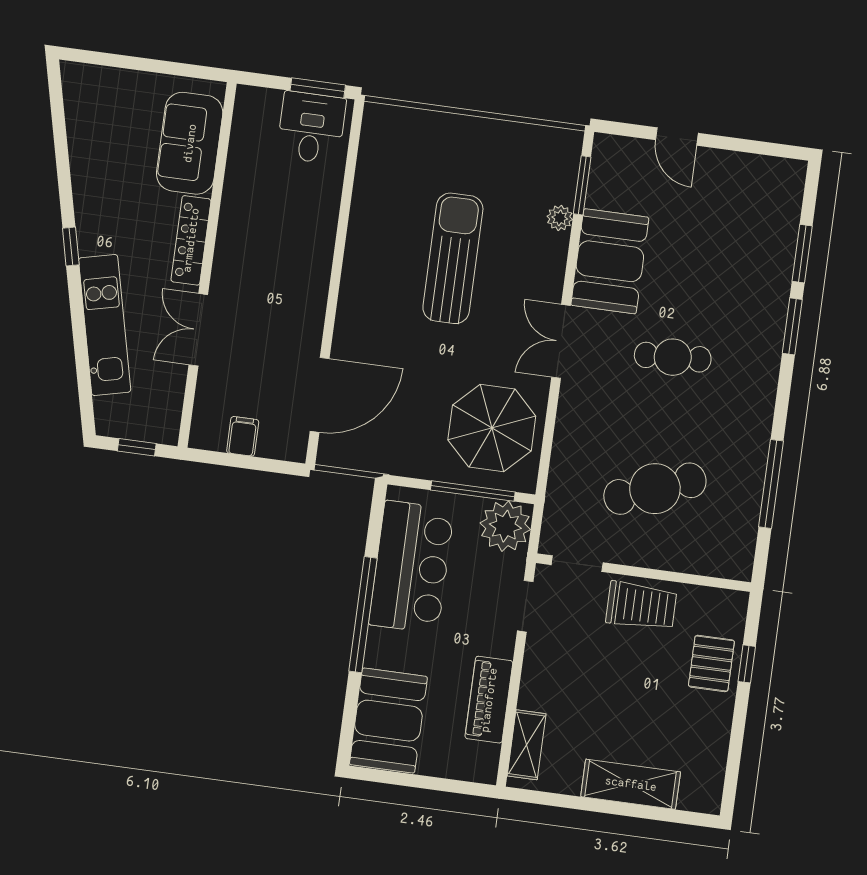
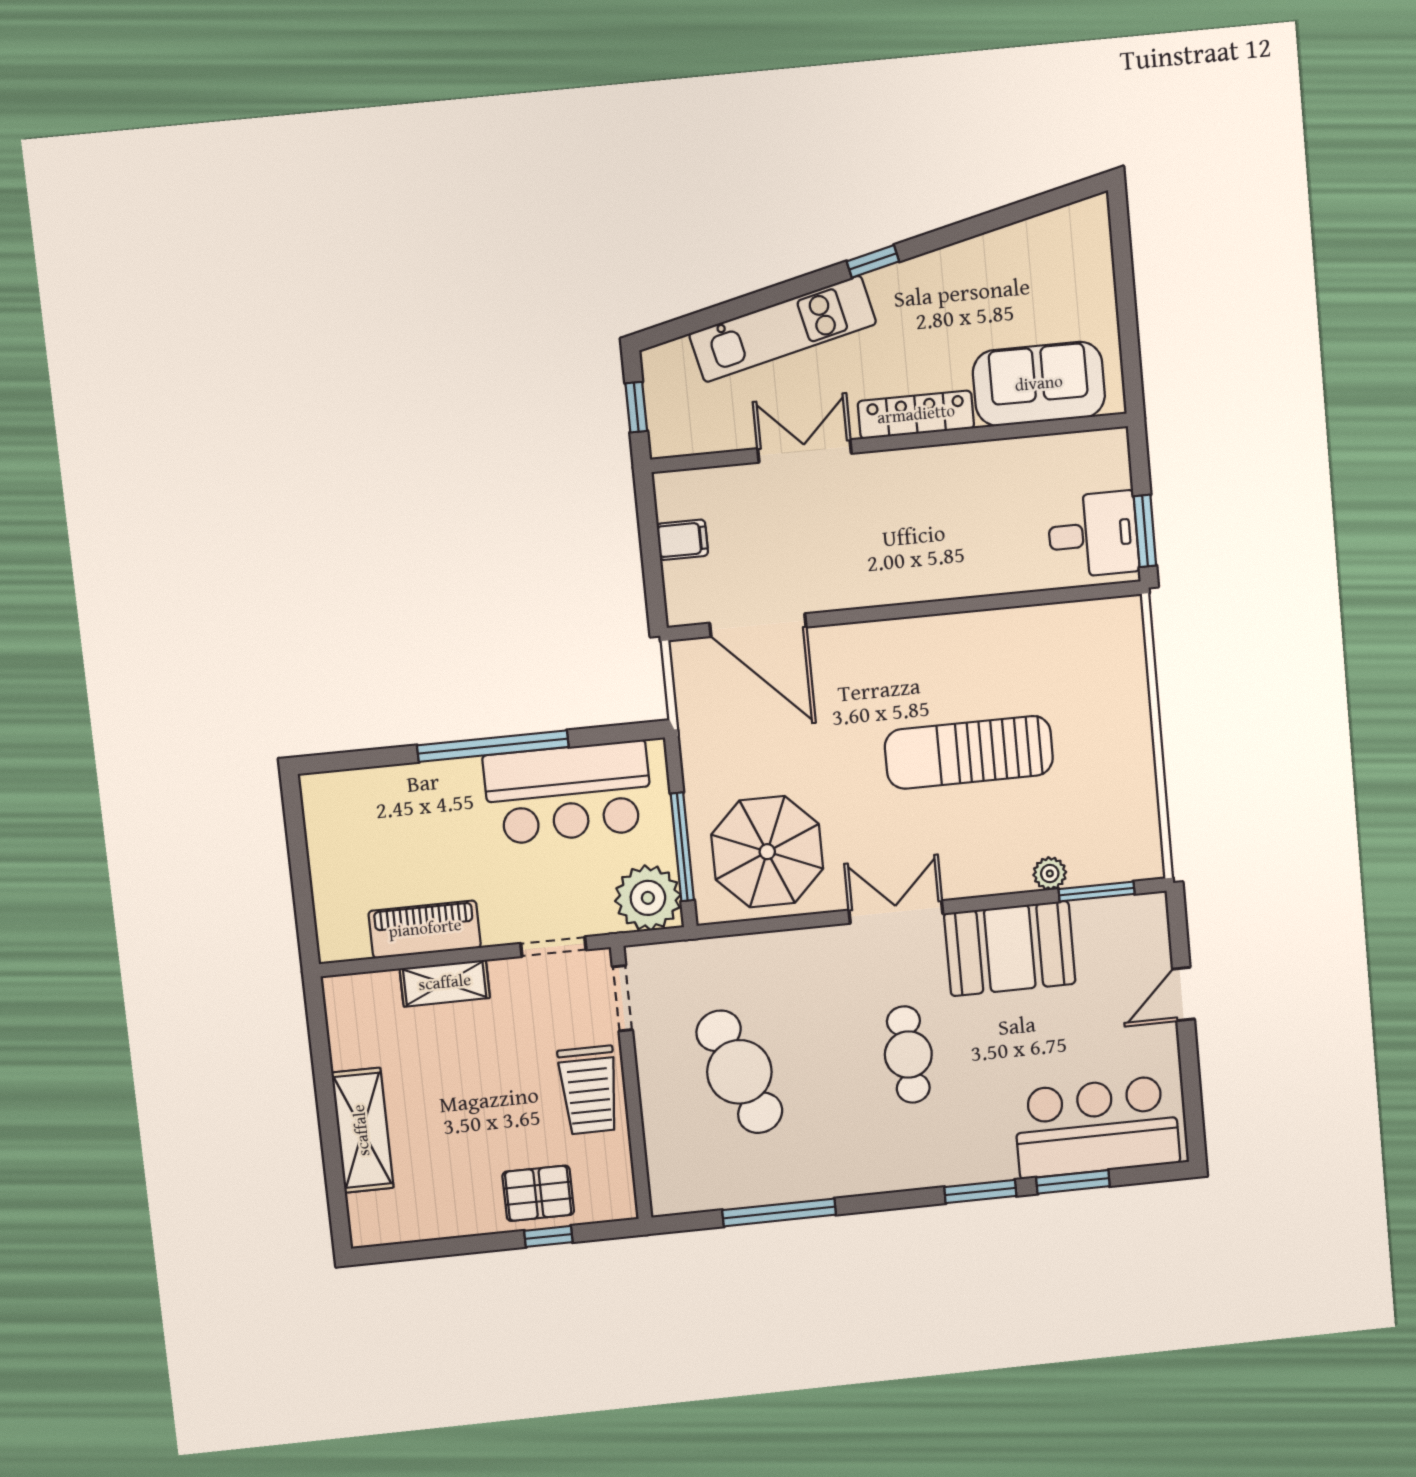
bar counter: (764, 226) -> (1097, 1127), added
sun lounger: (453, 258) -> (969, 752), turned 180
booth: (388, 721) -> (367, 810), removed
shelving: (527, 745) -> (445, 983), moved

